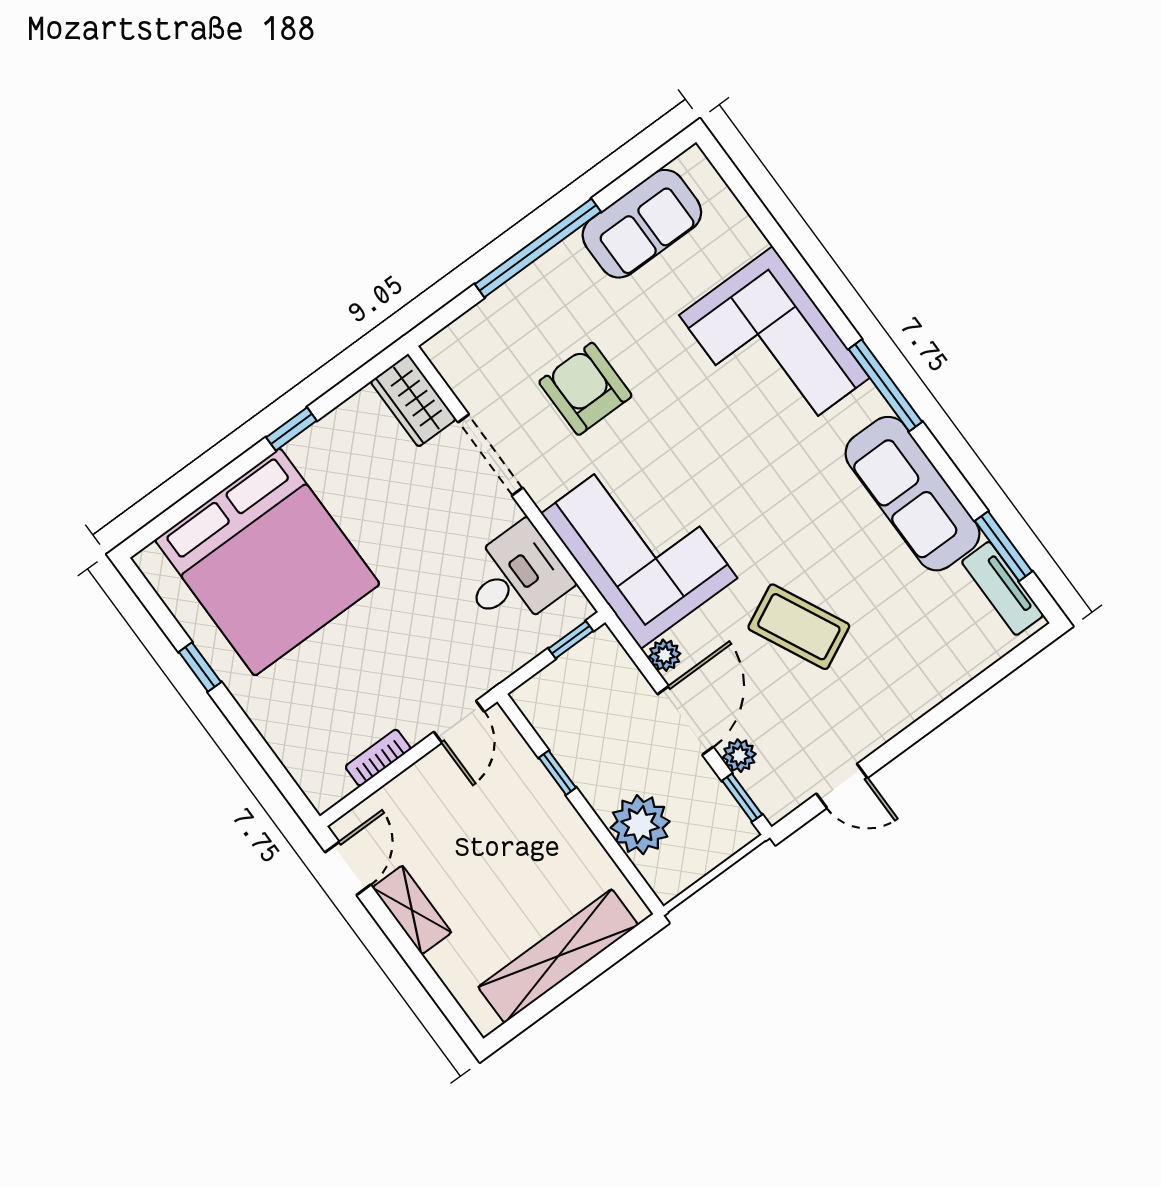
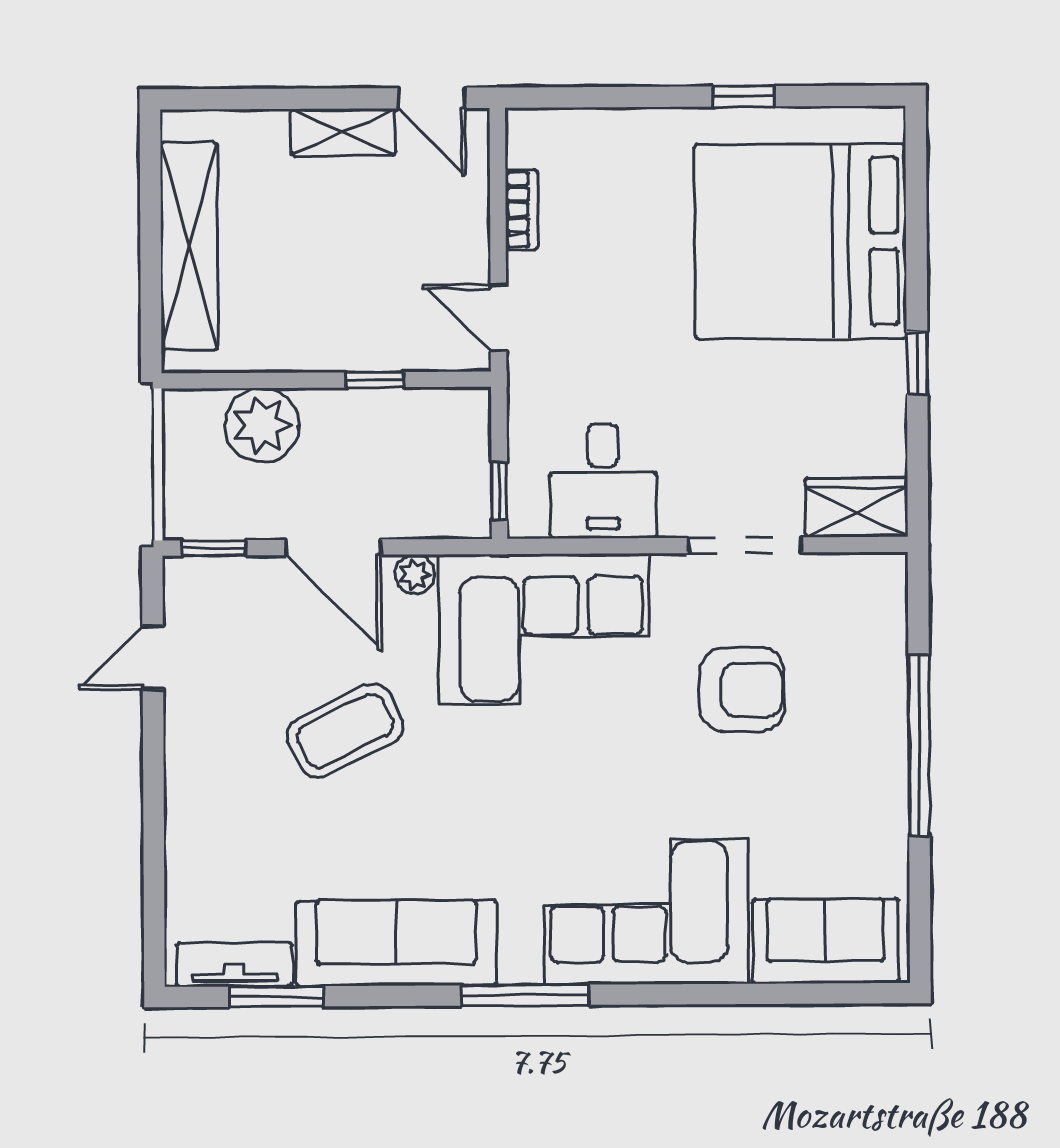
sofa: (642, 224) -> (825, 941), moved, turned 90
plant: (739, 756) -> (259, 576), removed

